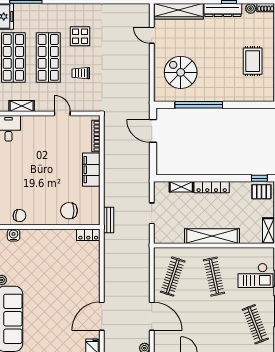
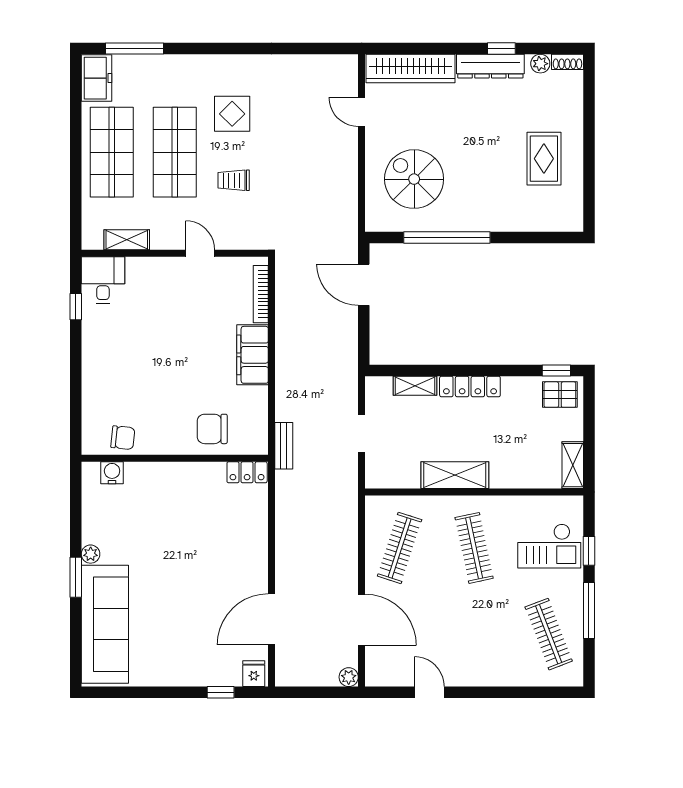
shelving: (212, 236) -> (455, 475), width x0.68

